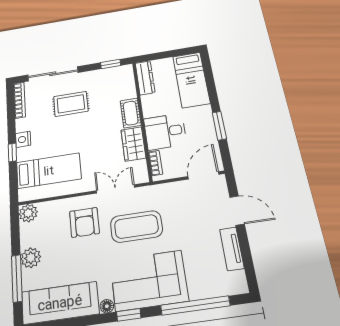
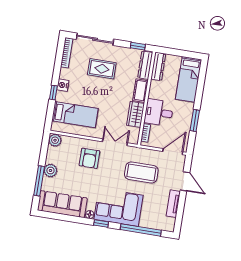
dresser: (127, 82) -> (145, 65), added
coffee table: (136, 227) -> (141, 172), moved

